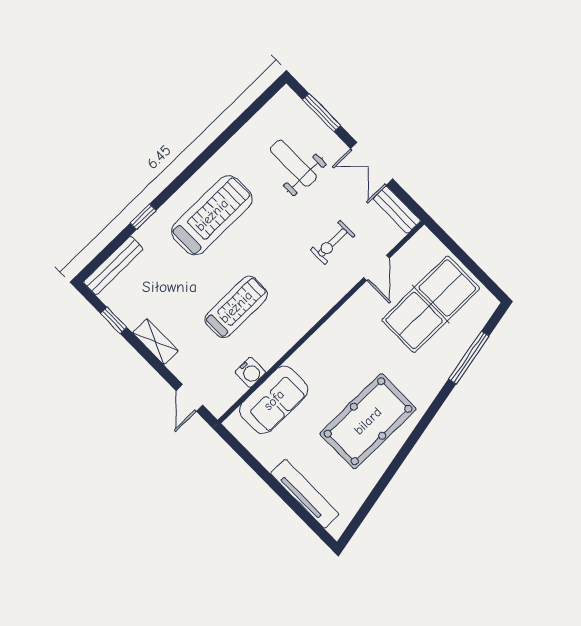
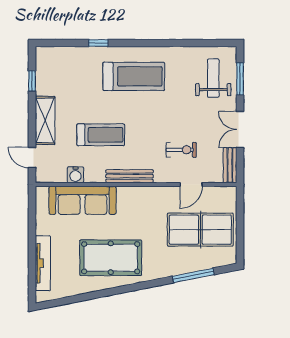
weight bench: (293, 163) -> (213, 78), moved
exercise bike: (332, 243) -> (181, 150), turned 180
bench: (113, 266) -> (130, 176), moved
shelving: (155, 342) -> (45, 120), width x1.50, depth x1.33
door: (189, 398) -> (32, 158), hinge flipped
sofa: (274, 400) -> (82, 200), width x1.36

